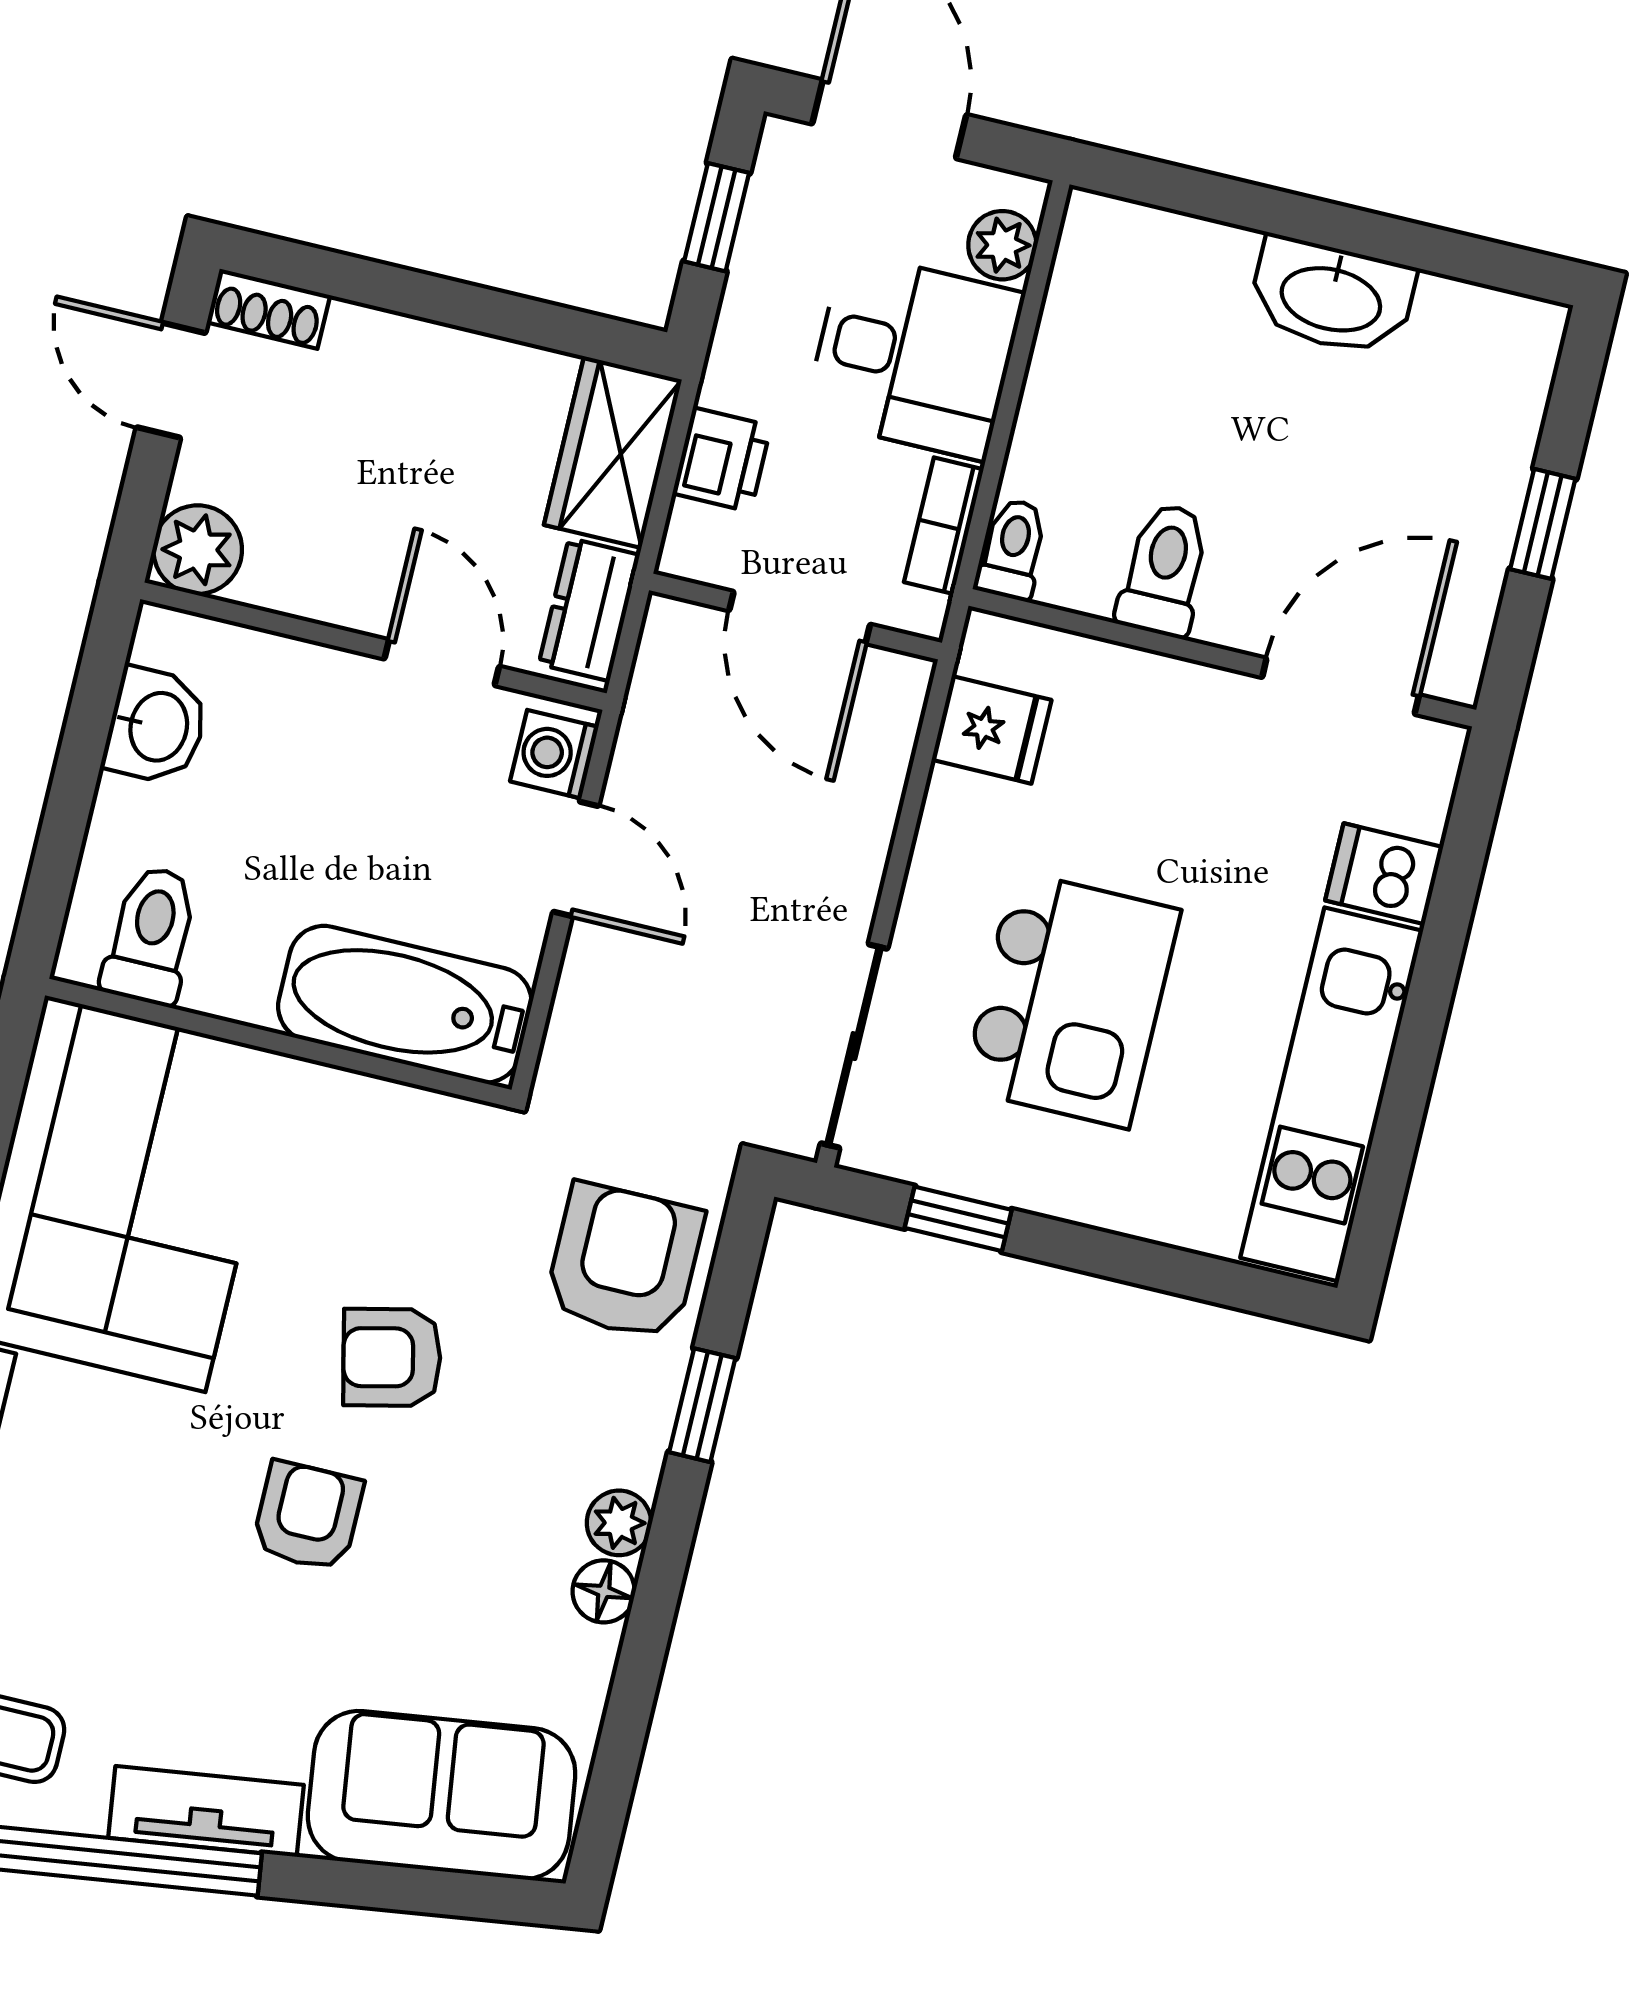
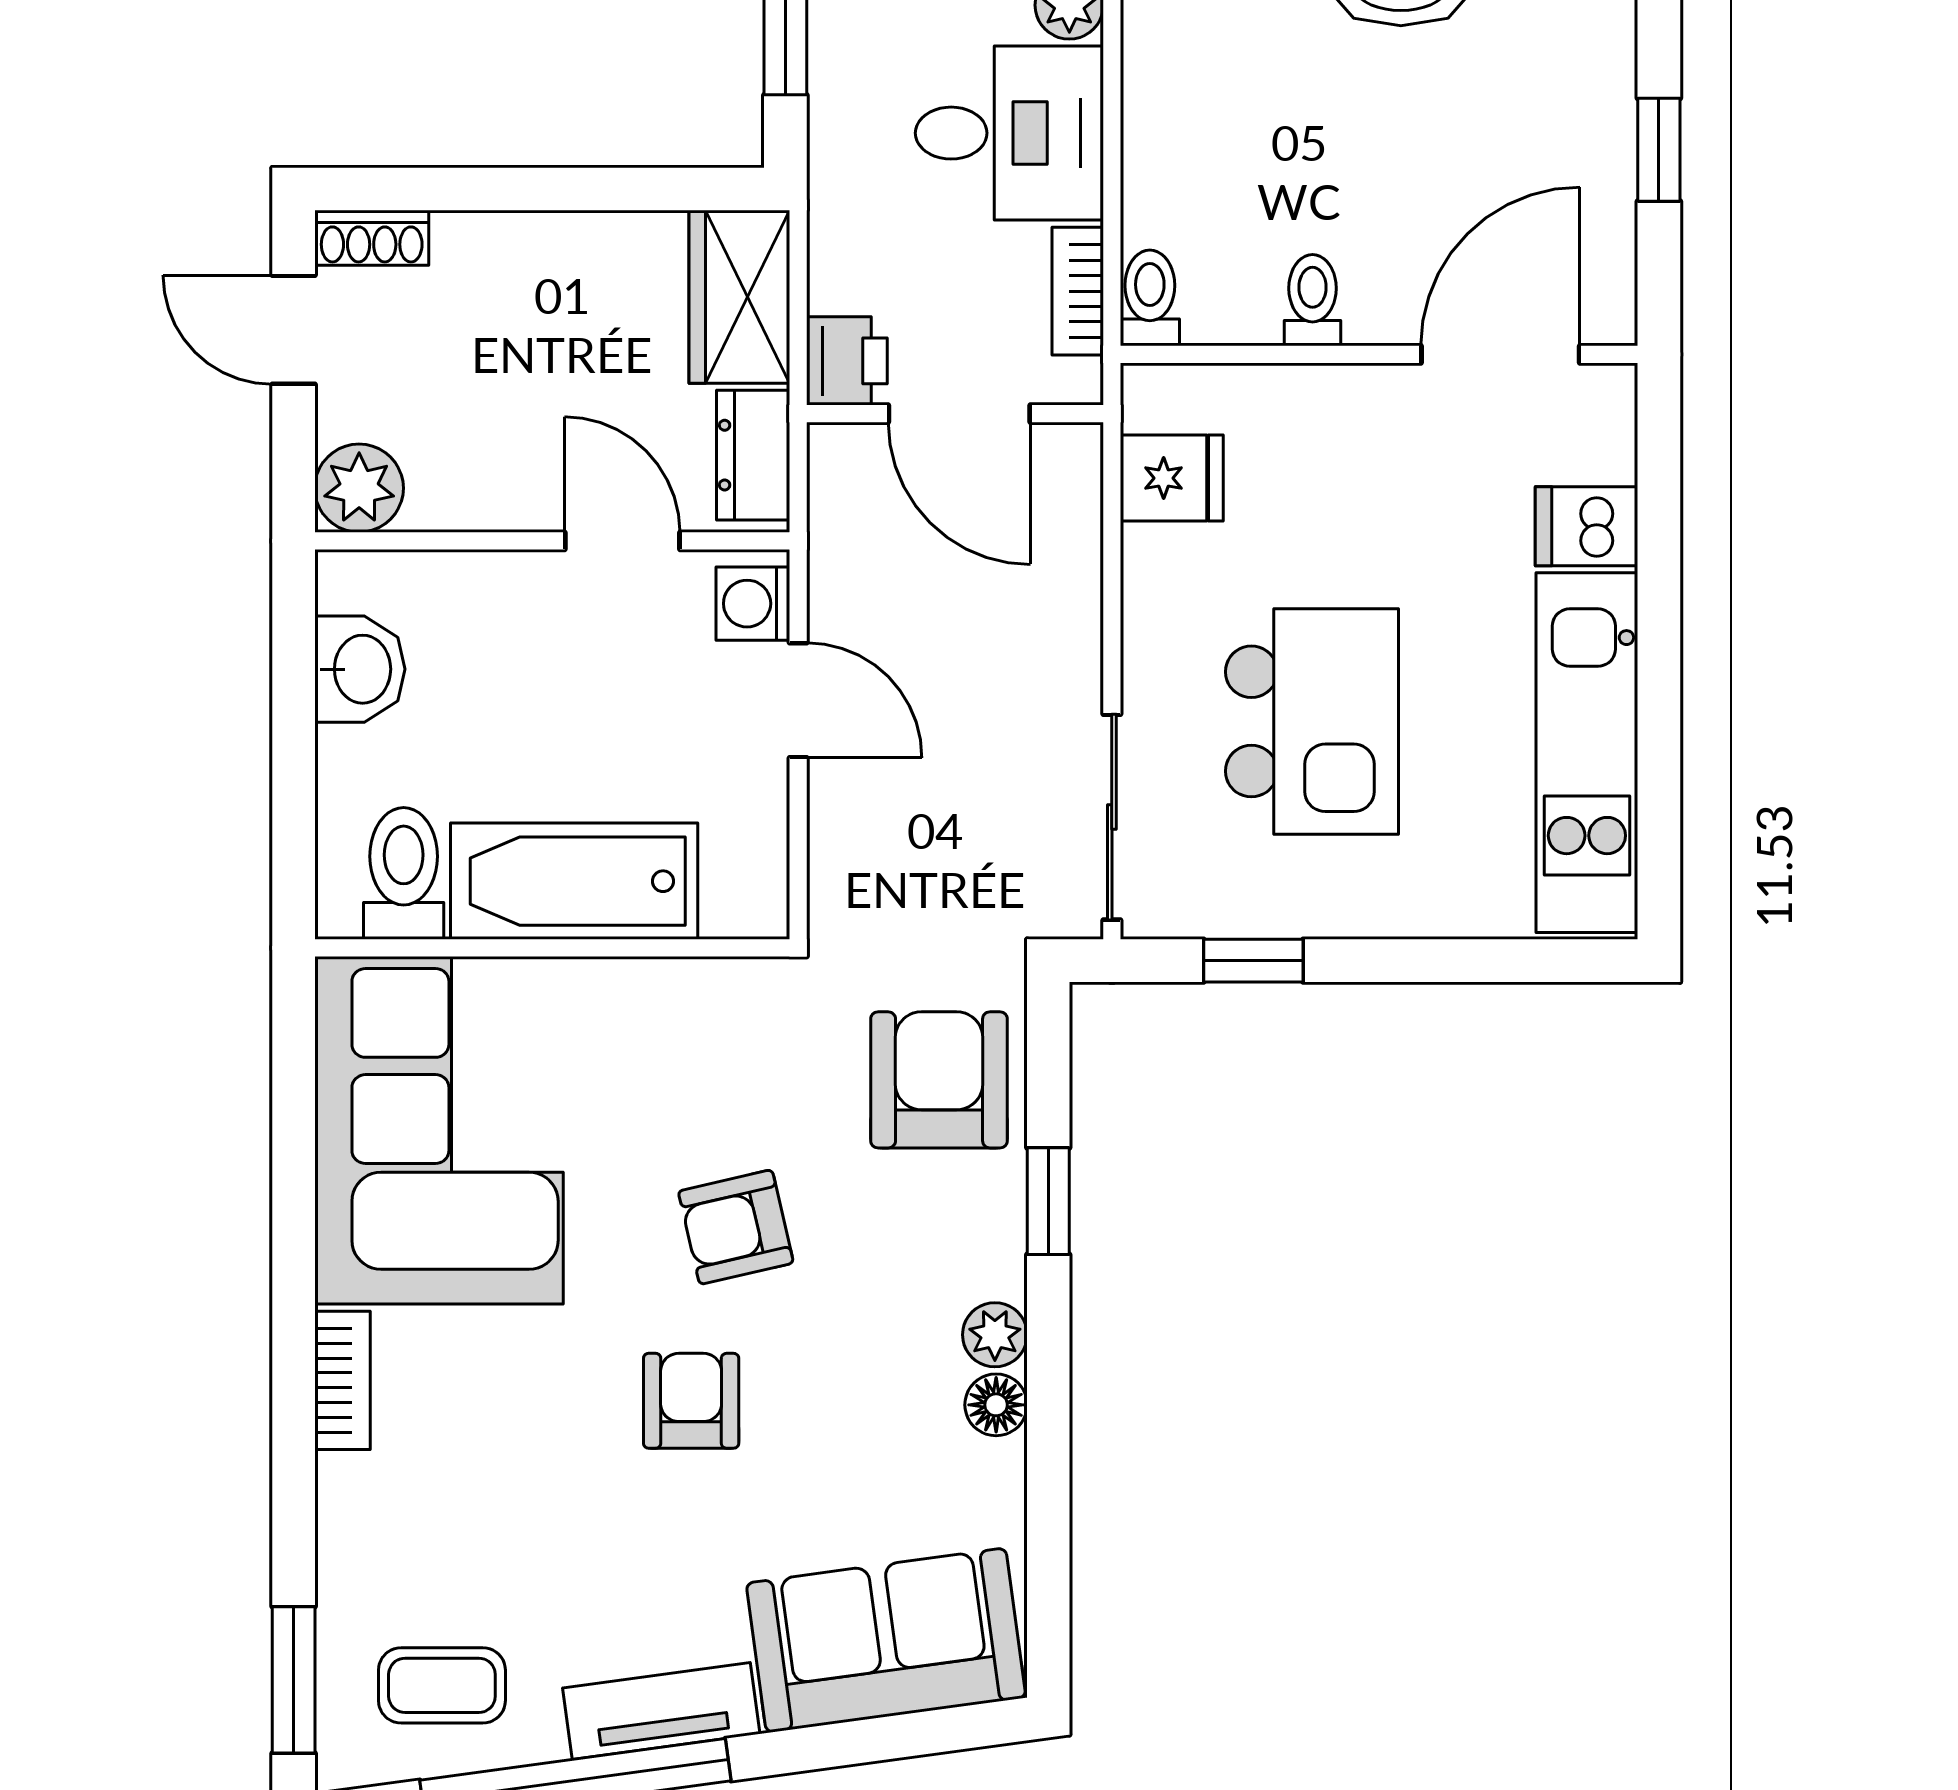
printer: (722, 460) -> (847, 361), moved
toilet: (1164, 570) -> (1313, 300), width x0.73, depth x0.72
bathtub: (405, 1004) -> (574, 881), moved

